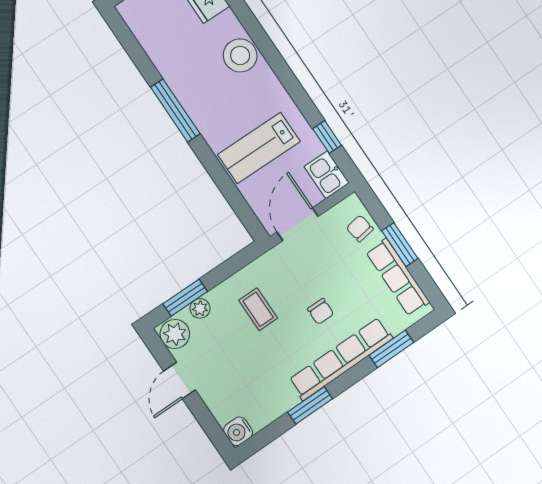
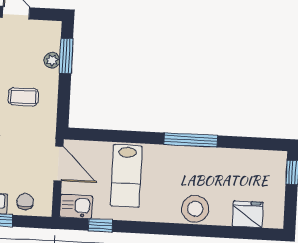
lab bench: (259, 148) -> (126, 176), turned 180
chair: (360, 228) -> (25, 202), turned -81
plant: (175, 334) -> (48, 32), removed

